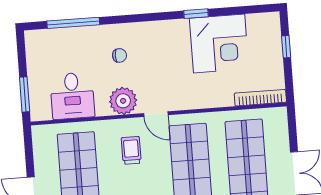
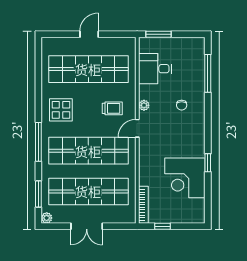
window: (286, 47) -> (163, 226), moved
plant: (123, 101) -> (144, 105), width x0.53, depth x0.53

